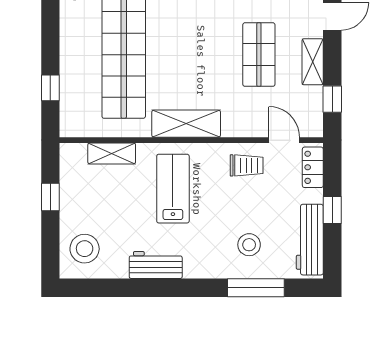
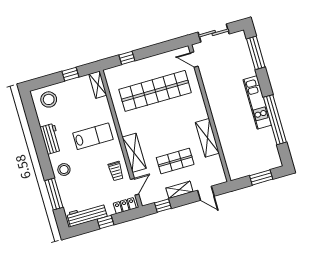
shelving: (186, 124) -> (134, 153), moved
shelving: (112, 153) -> (98, 85), moved
stool: (249, 245) -> (64, 170), moved

